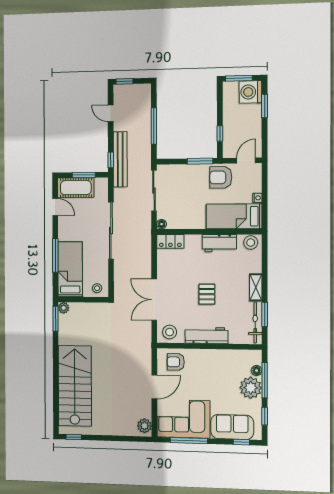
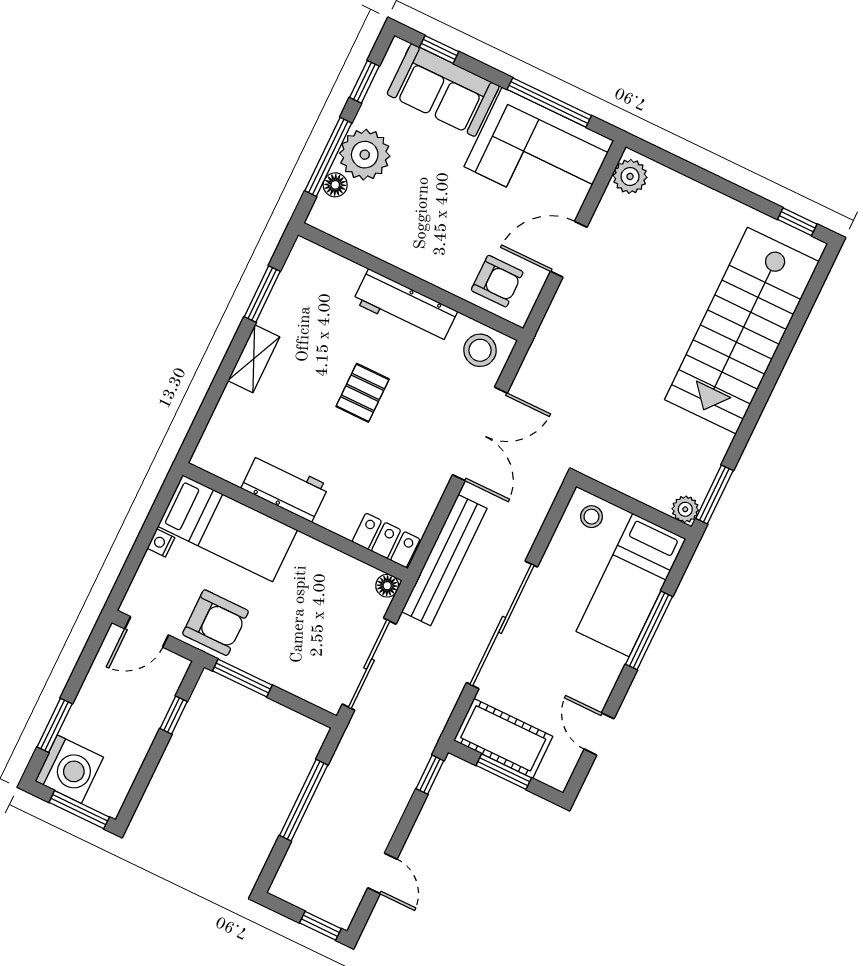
bench: (120, 159) -> (444, 560), moved
cot: (76, 188) -> (503, 738), moved
stool: (251, 243) -> (219, 457), removed
bicycle: (255, 323) -> (290, 286), removed

